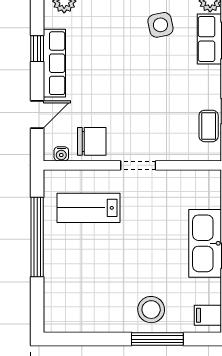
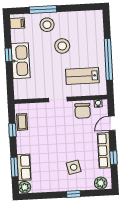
side table: (160, 25) -> (74, 167), moved
chair: (92, 141) -> (83, 111), turned -90
lab bench: (89, 208) -> (82, 76), turned 180
stool: (124, 267) -> (62, 46), added

